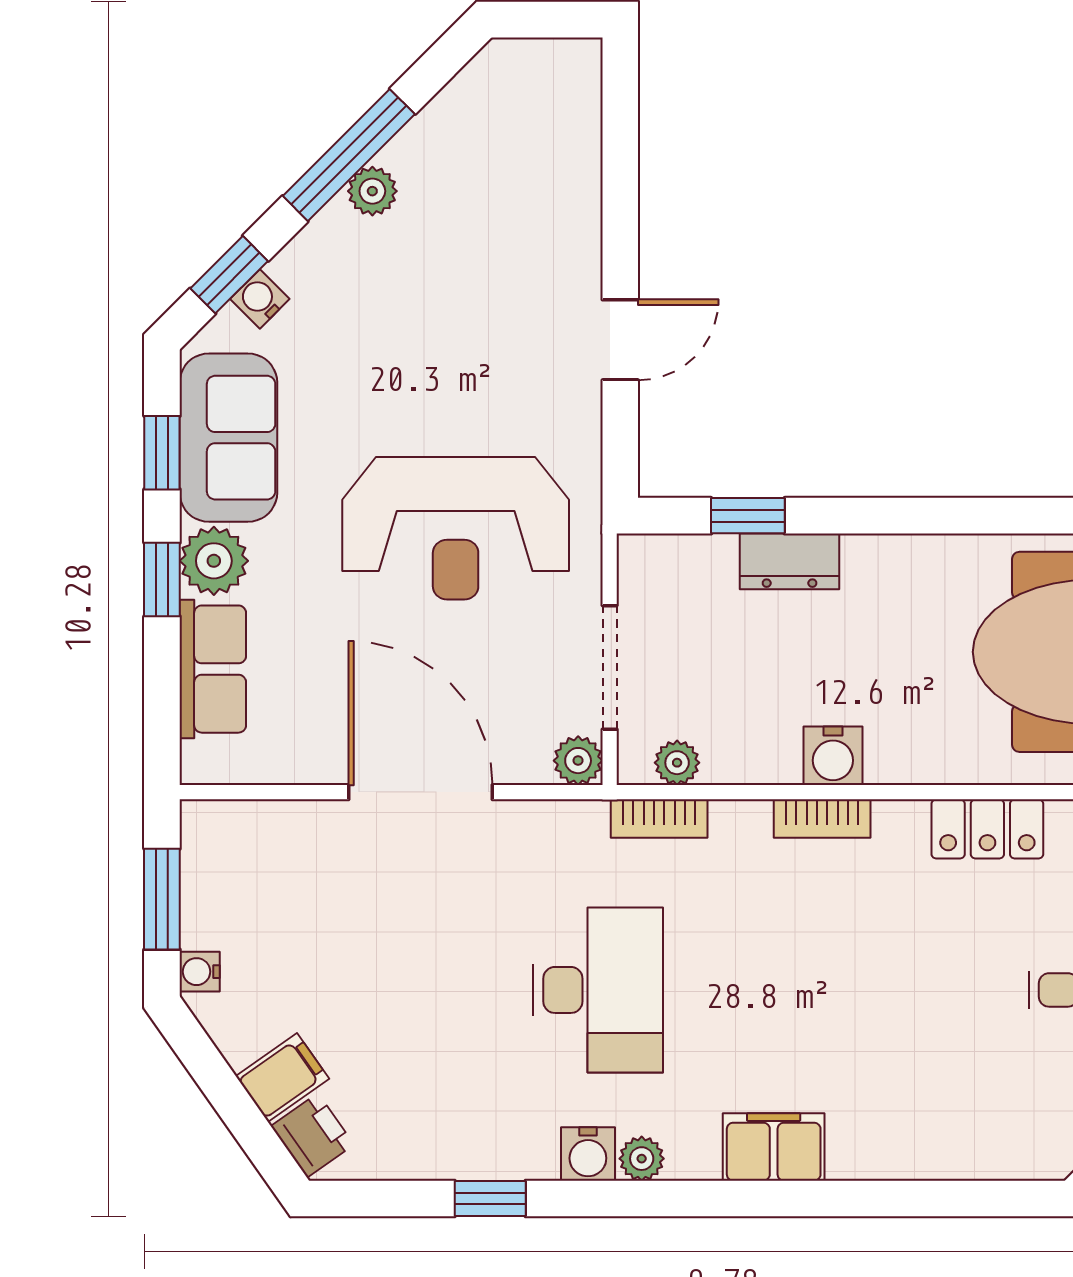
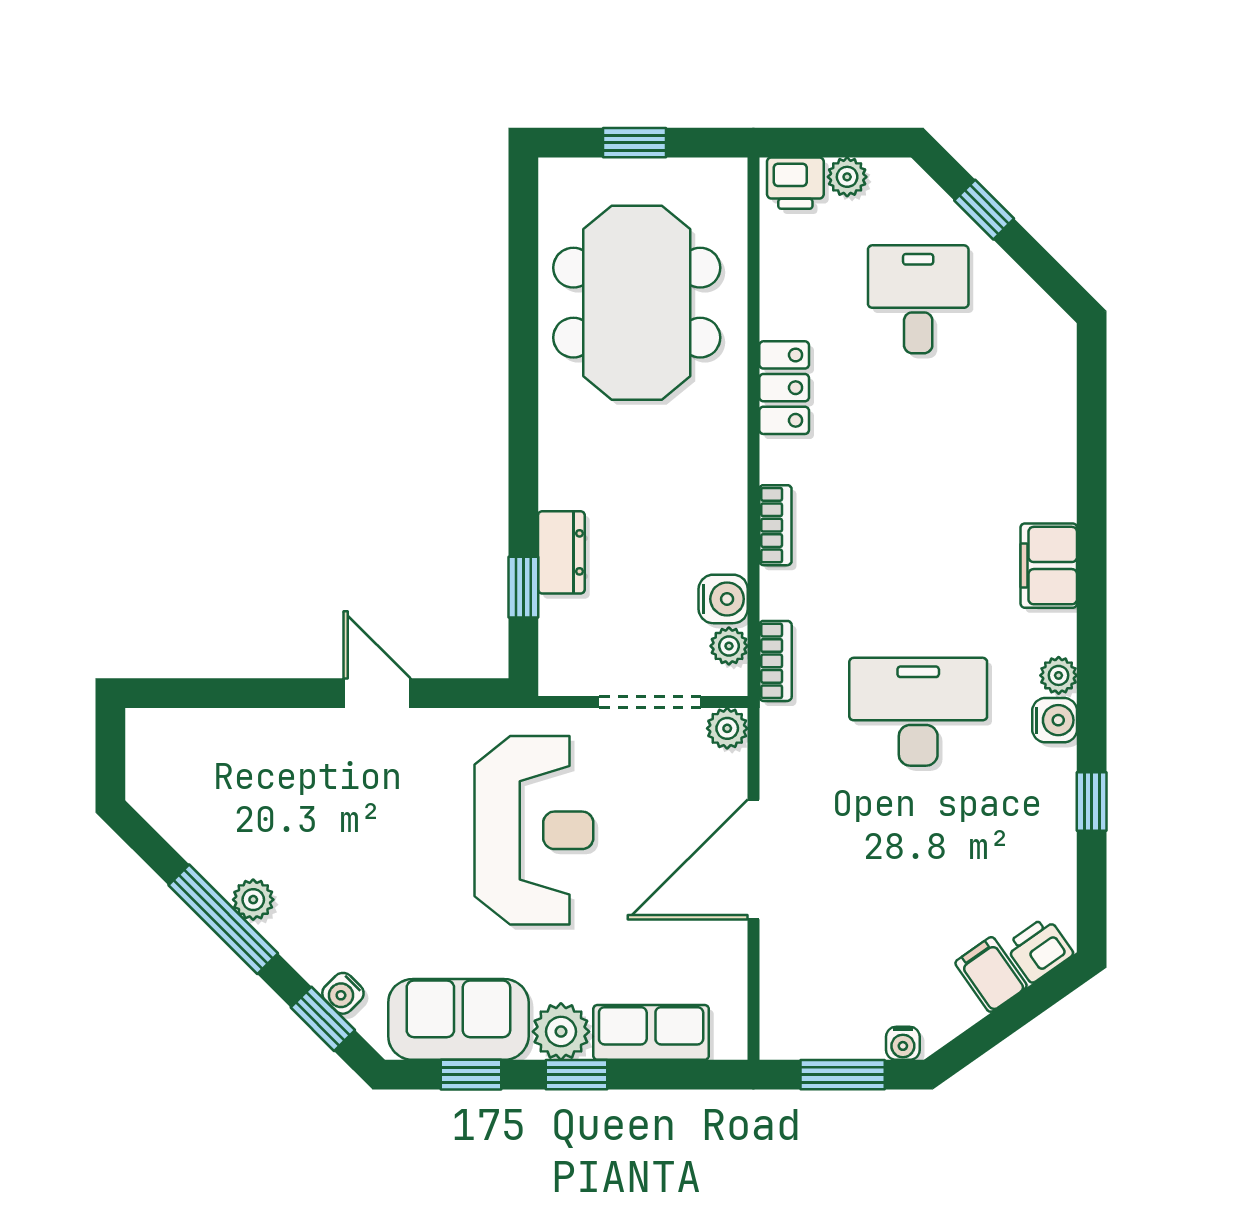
water cooler: (833, 756) -> (723, 599), moved

